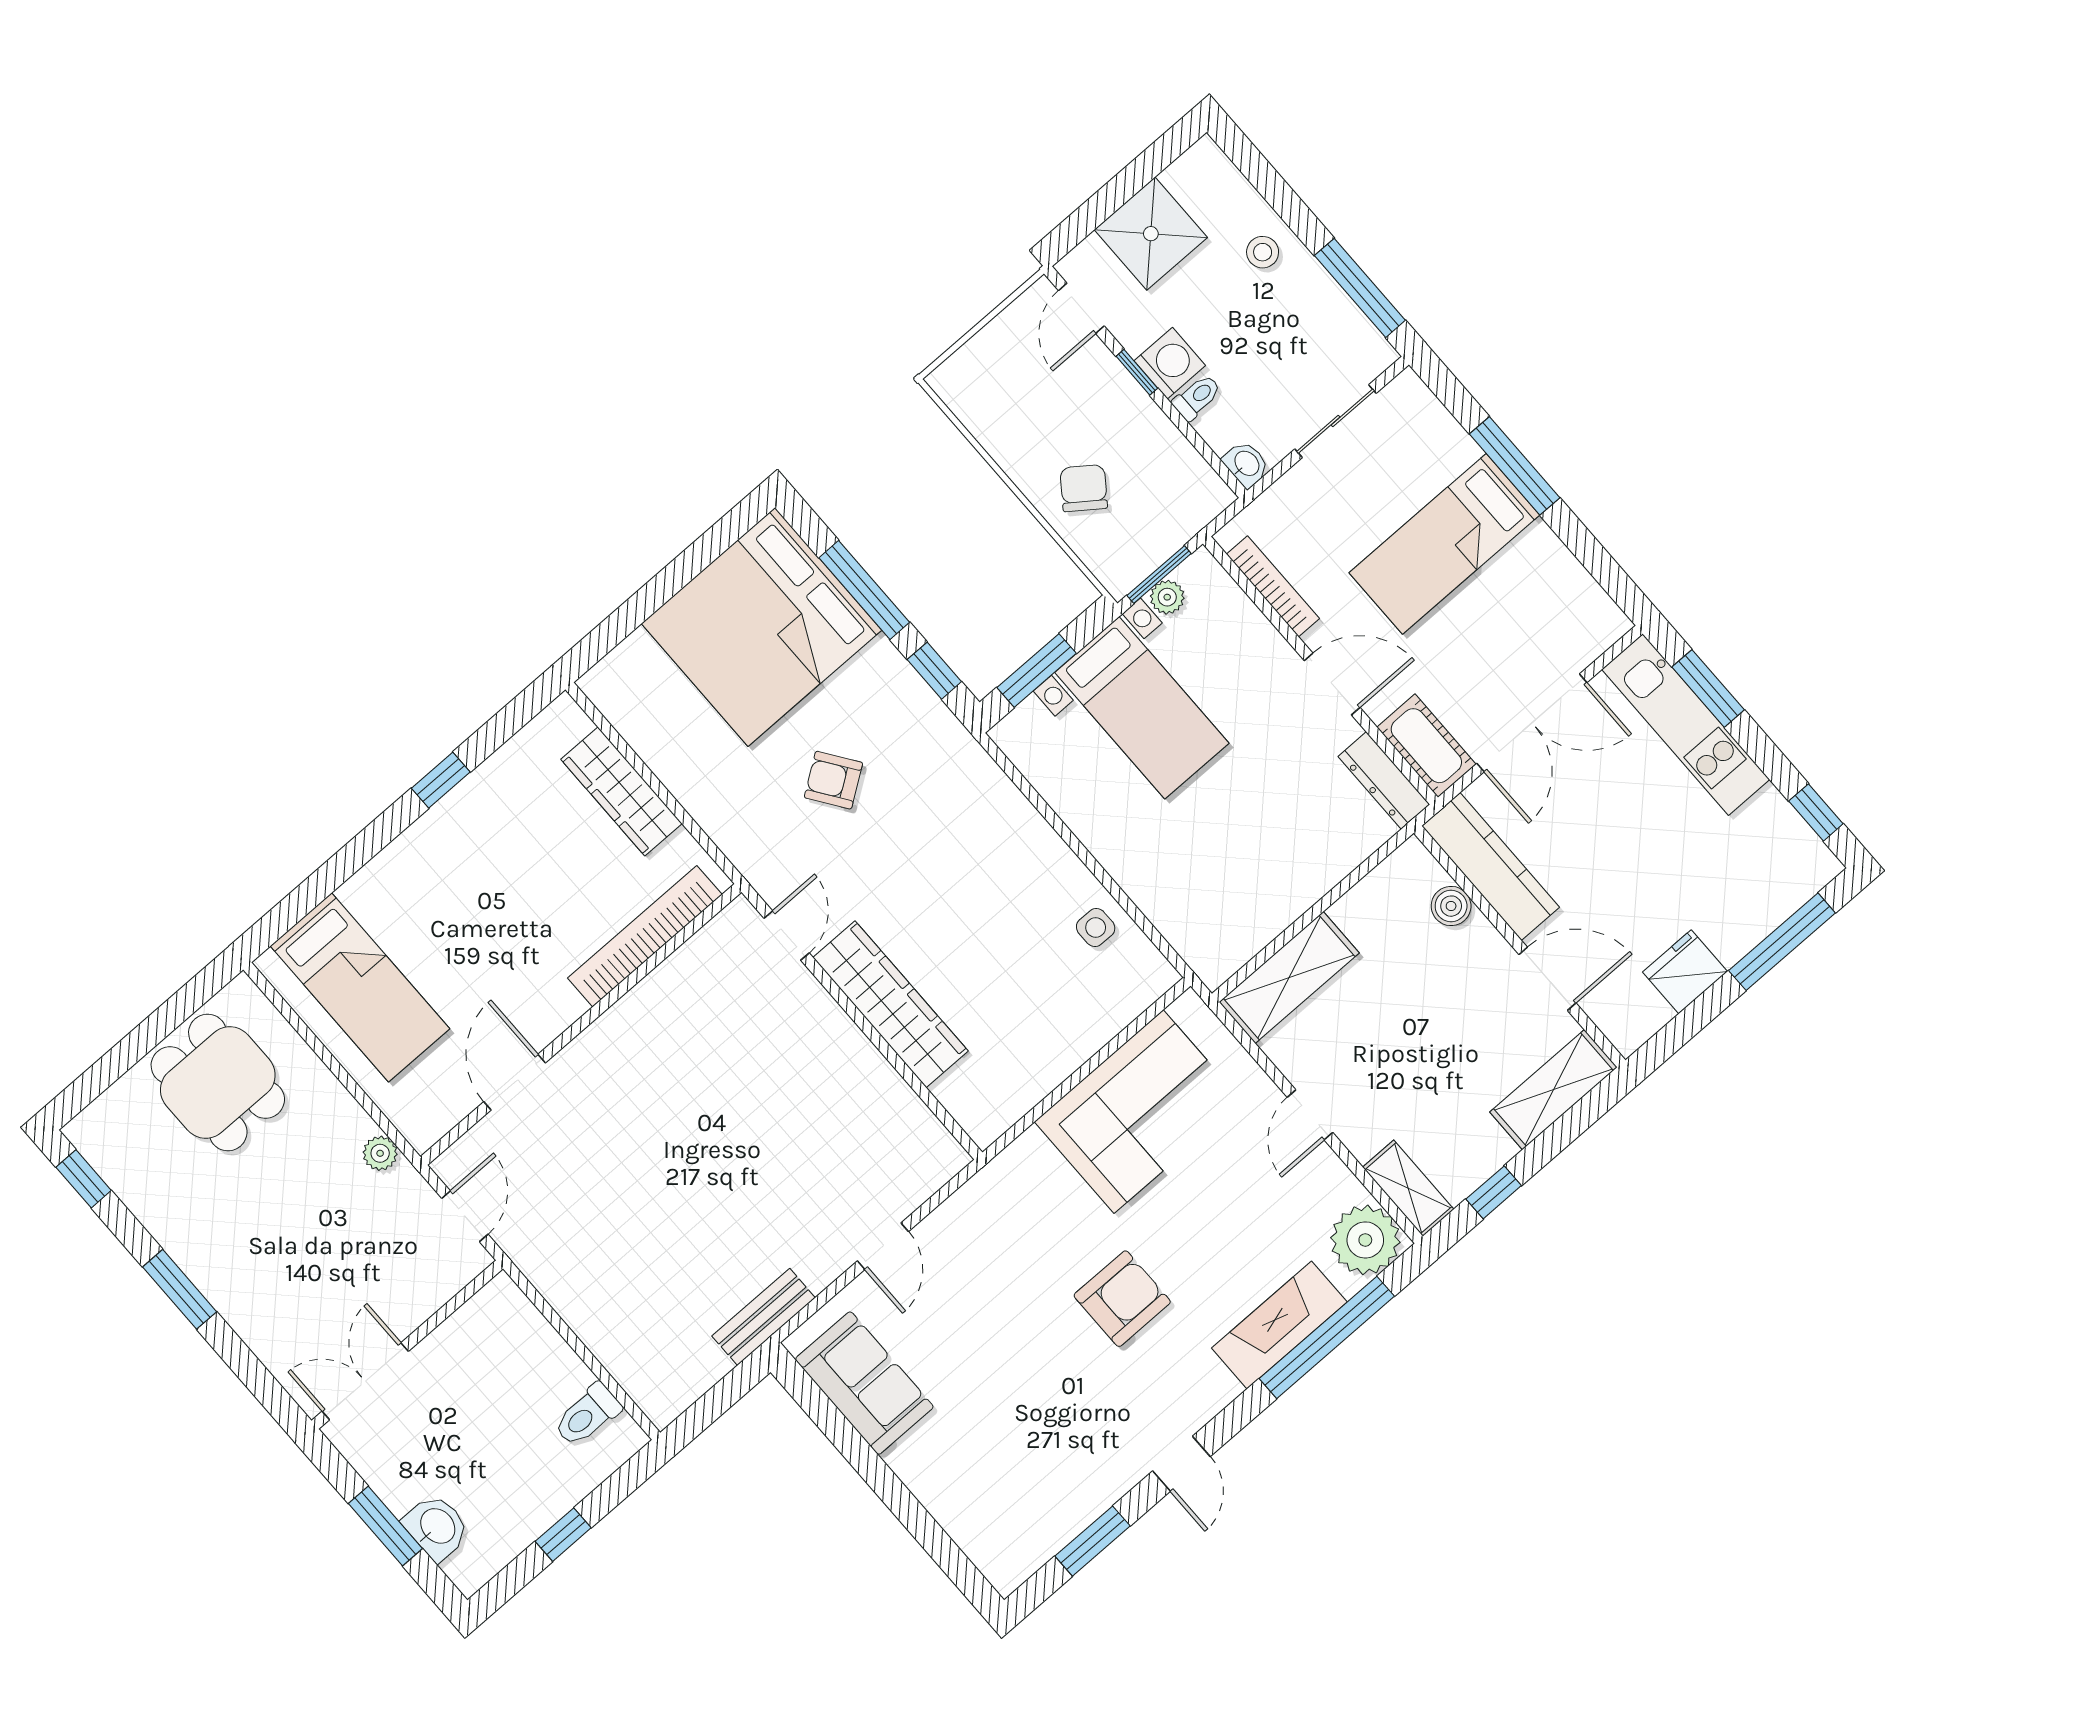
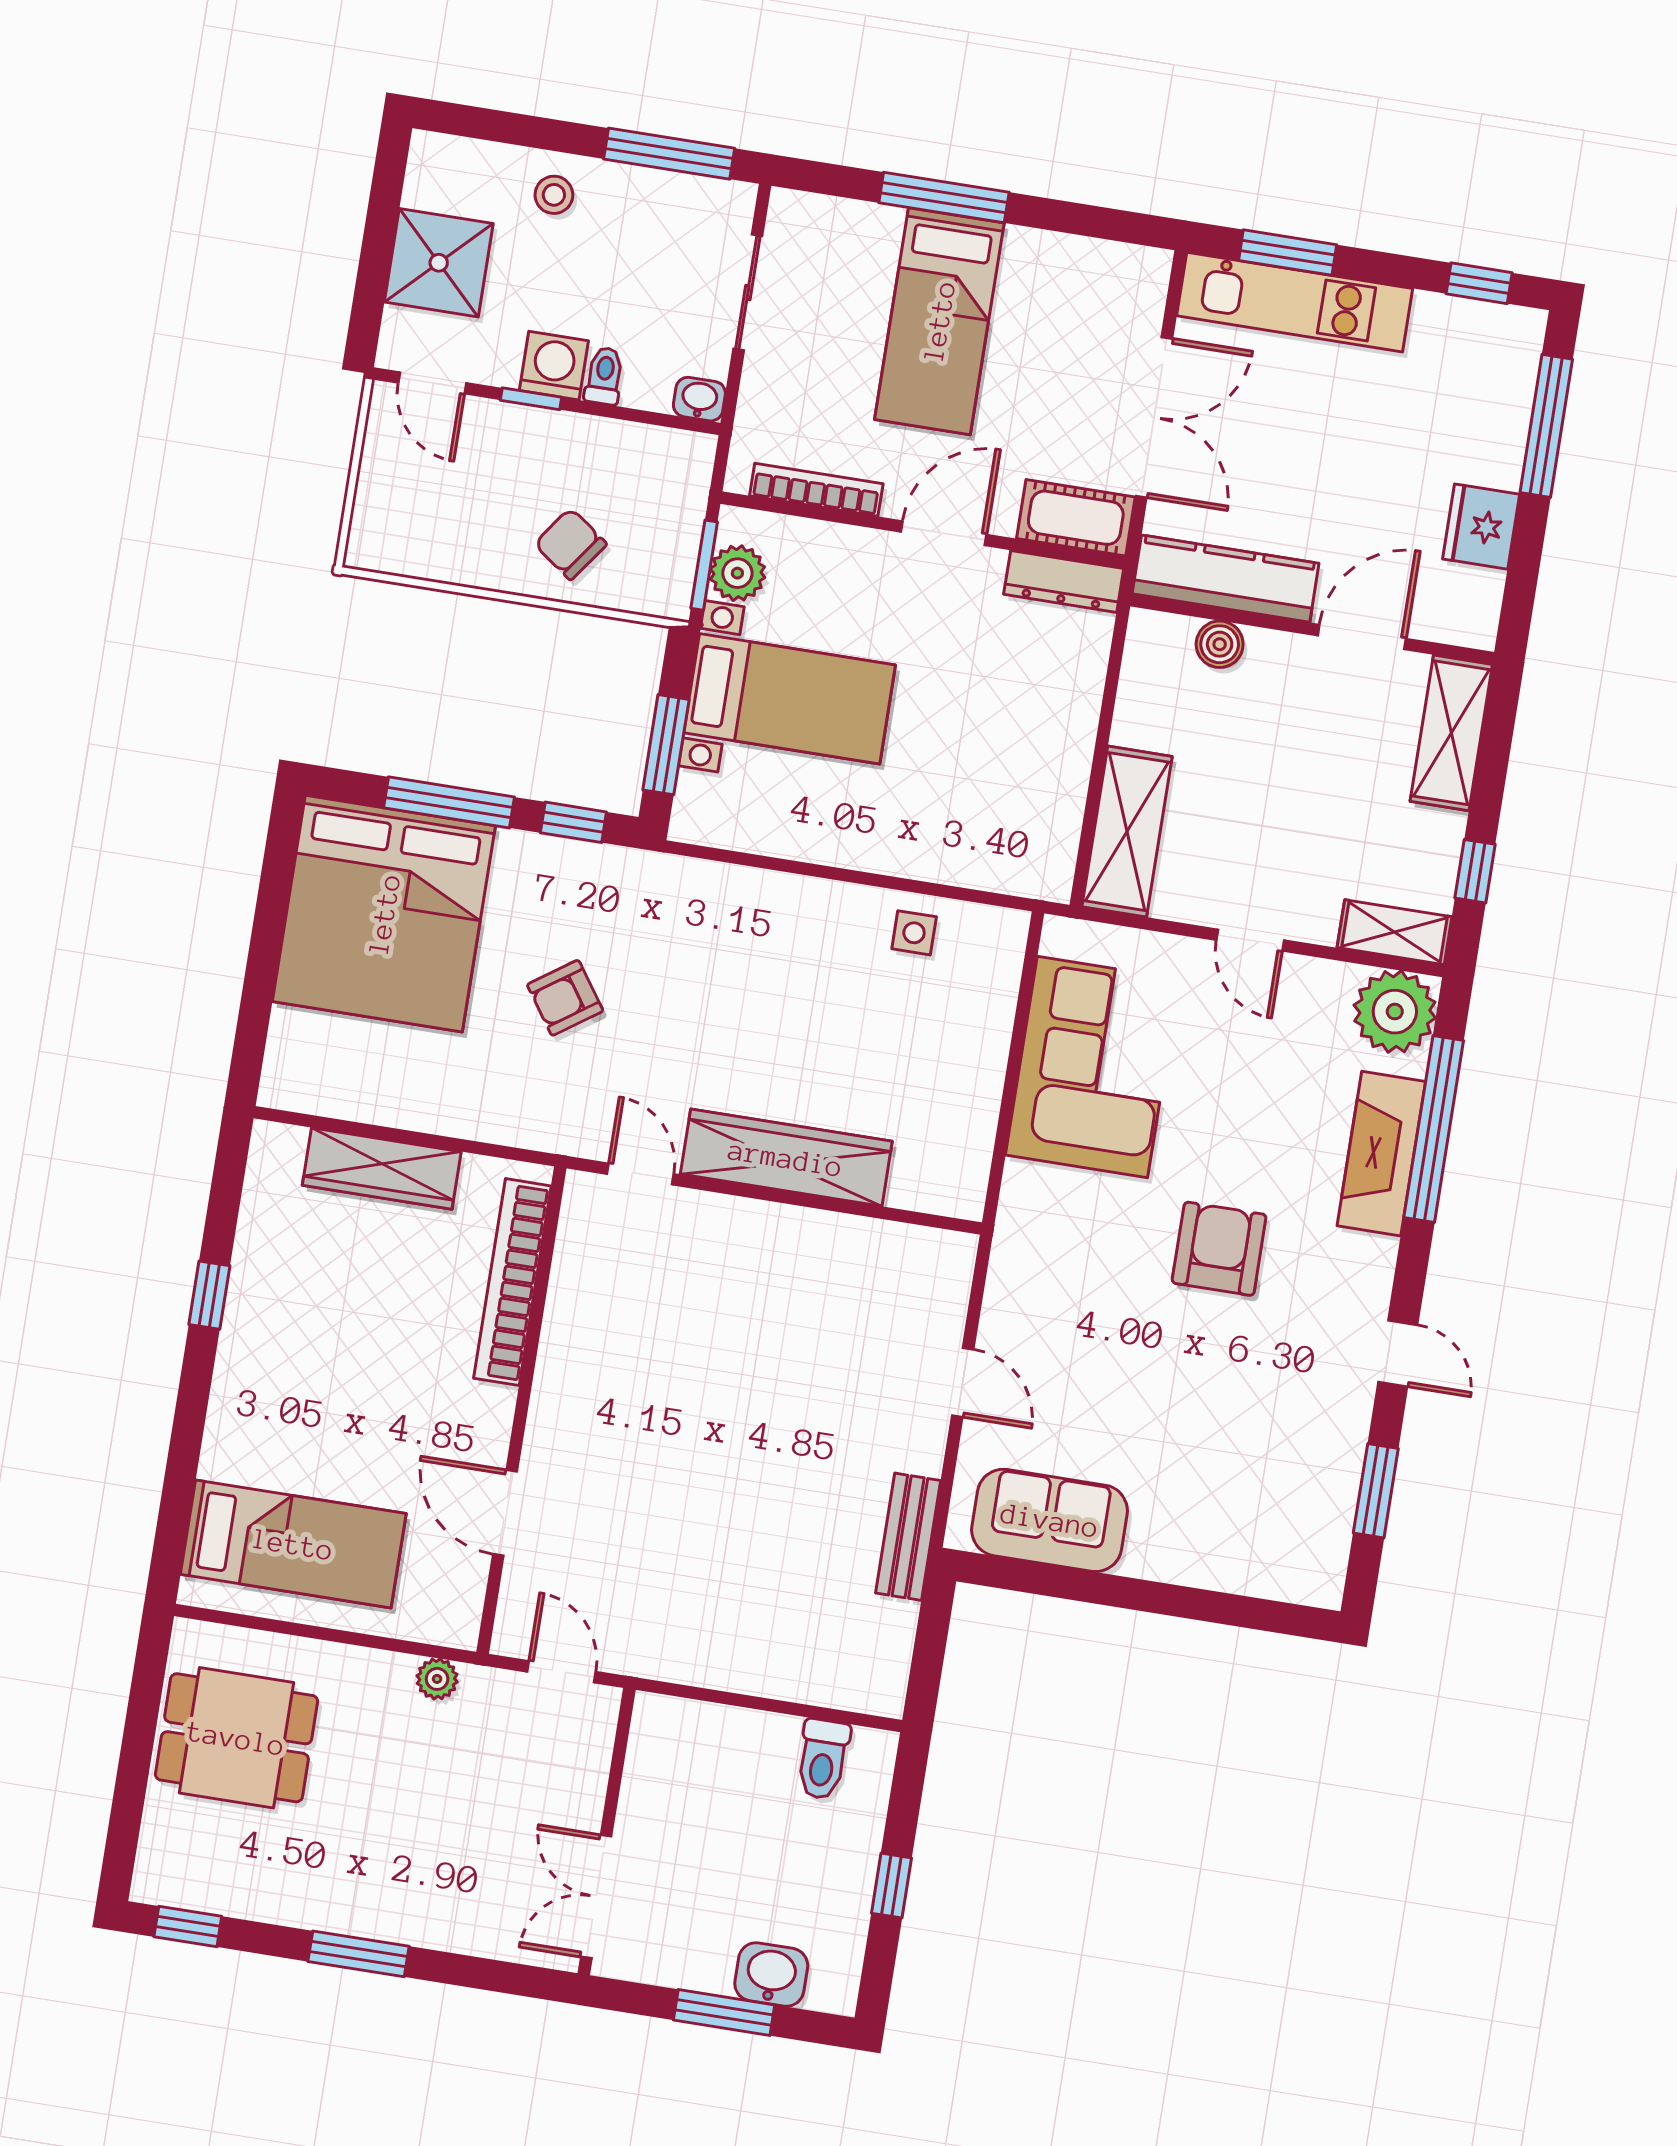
plant: (1167, 597) -> (737, 573), width x1.38, depth x1.38

